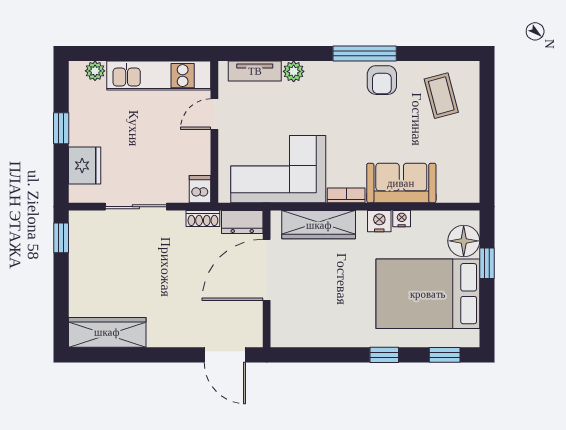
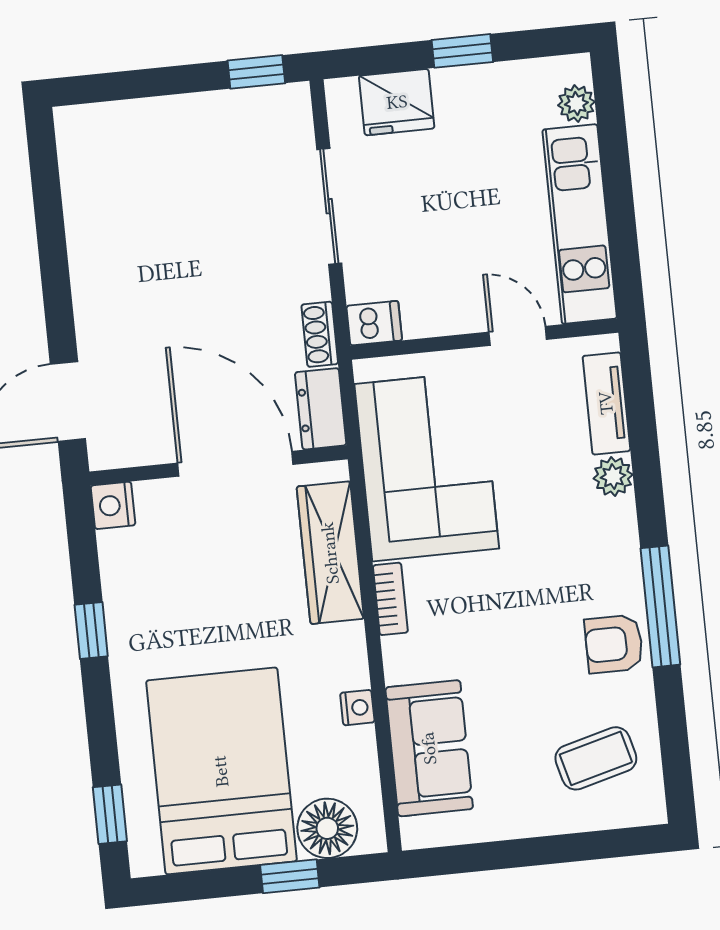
sofa: (401, 183) -> (429, 748), moved
nightstand: (379, 221) -> (113, 505), moved, turned 180
wardrobe: (107, 332) -> (88, 177), removed
window: (384, 355) -> (91, 631), moved

